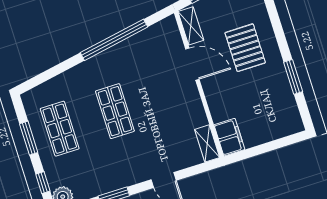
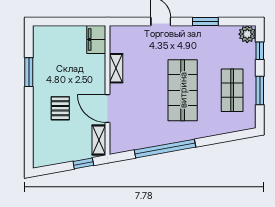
pallet: (245, 48) -> (60, 108), width x0.67, depth x0.71
shop shelf: (115, 111) -> (183, 90), width x1.43, depth x1.36
shelving: (207, 143) -> (116, 68), moved

